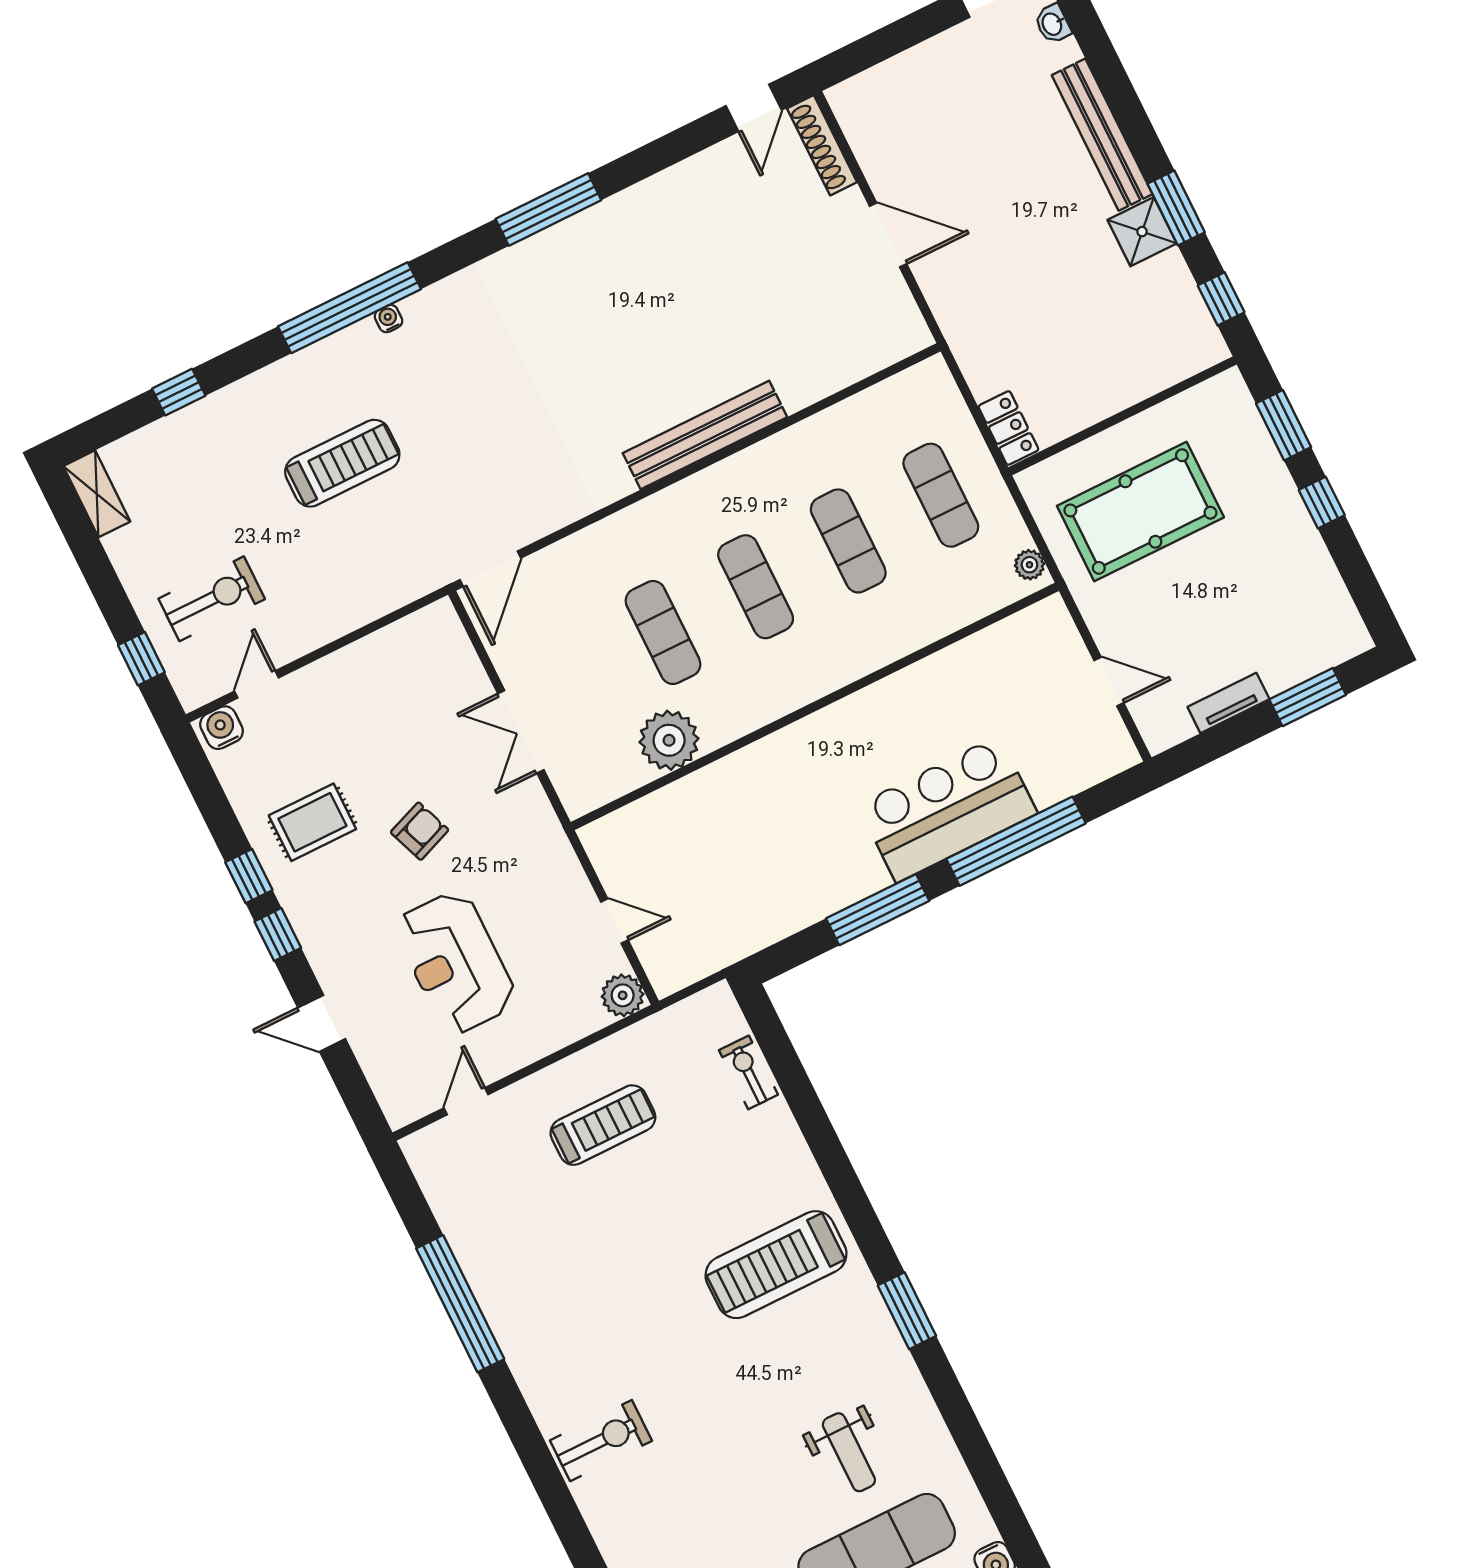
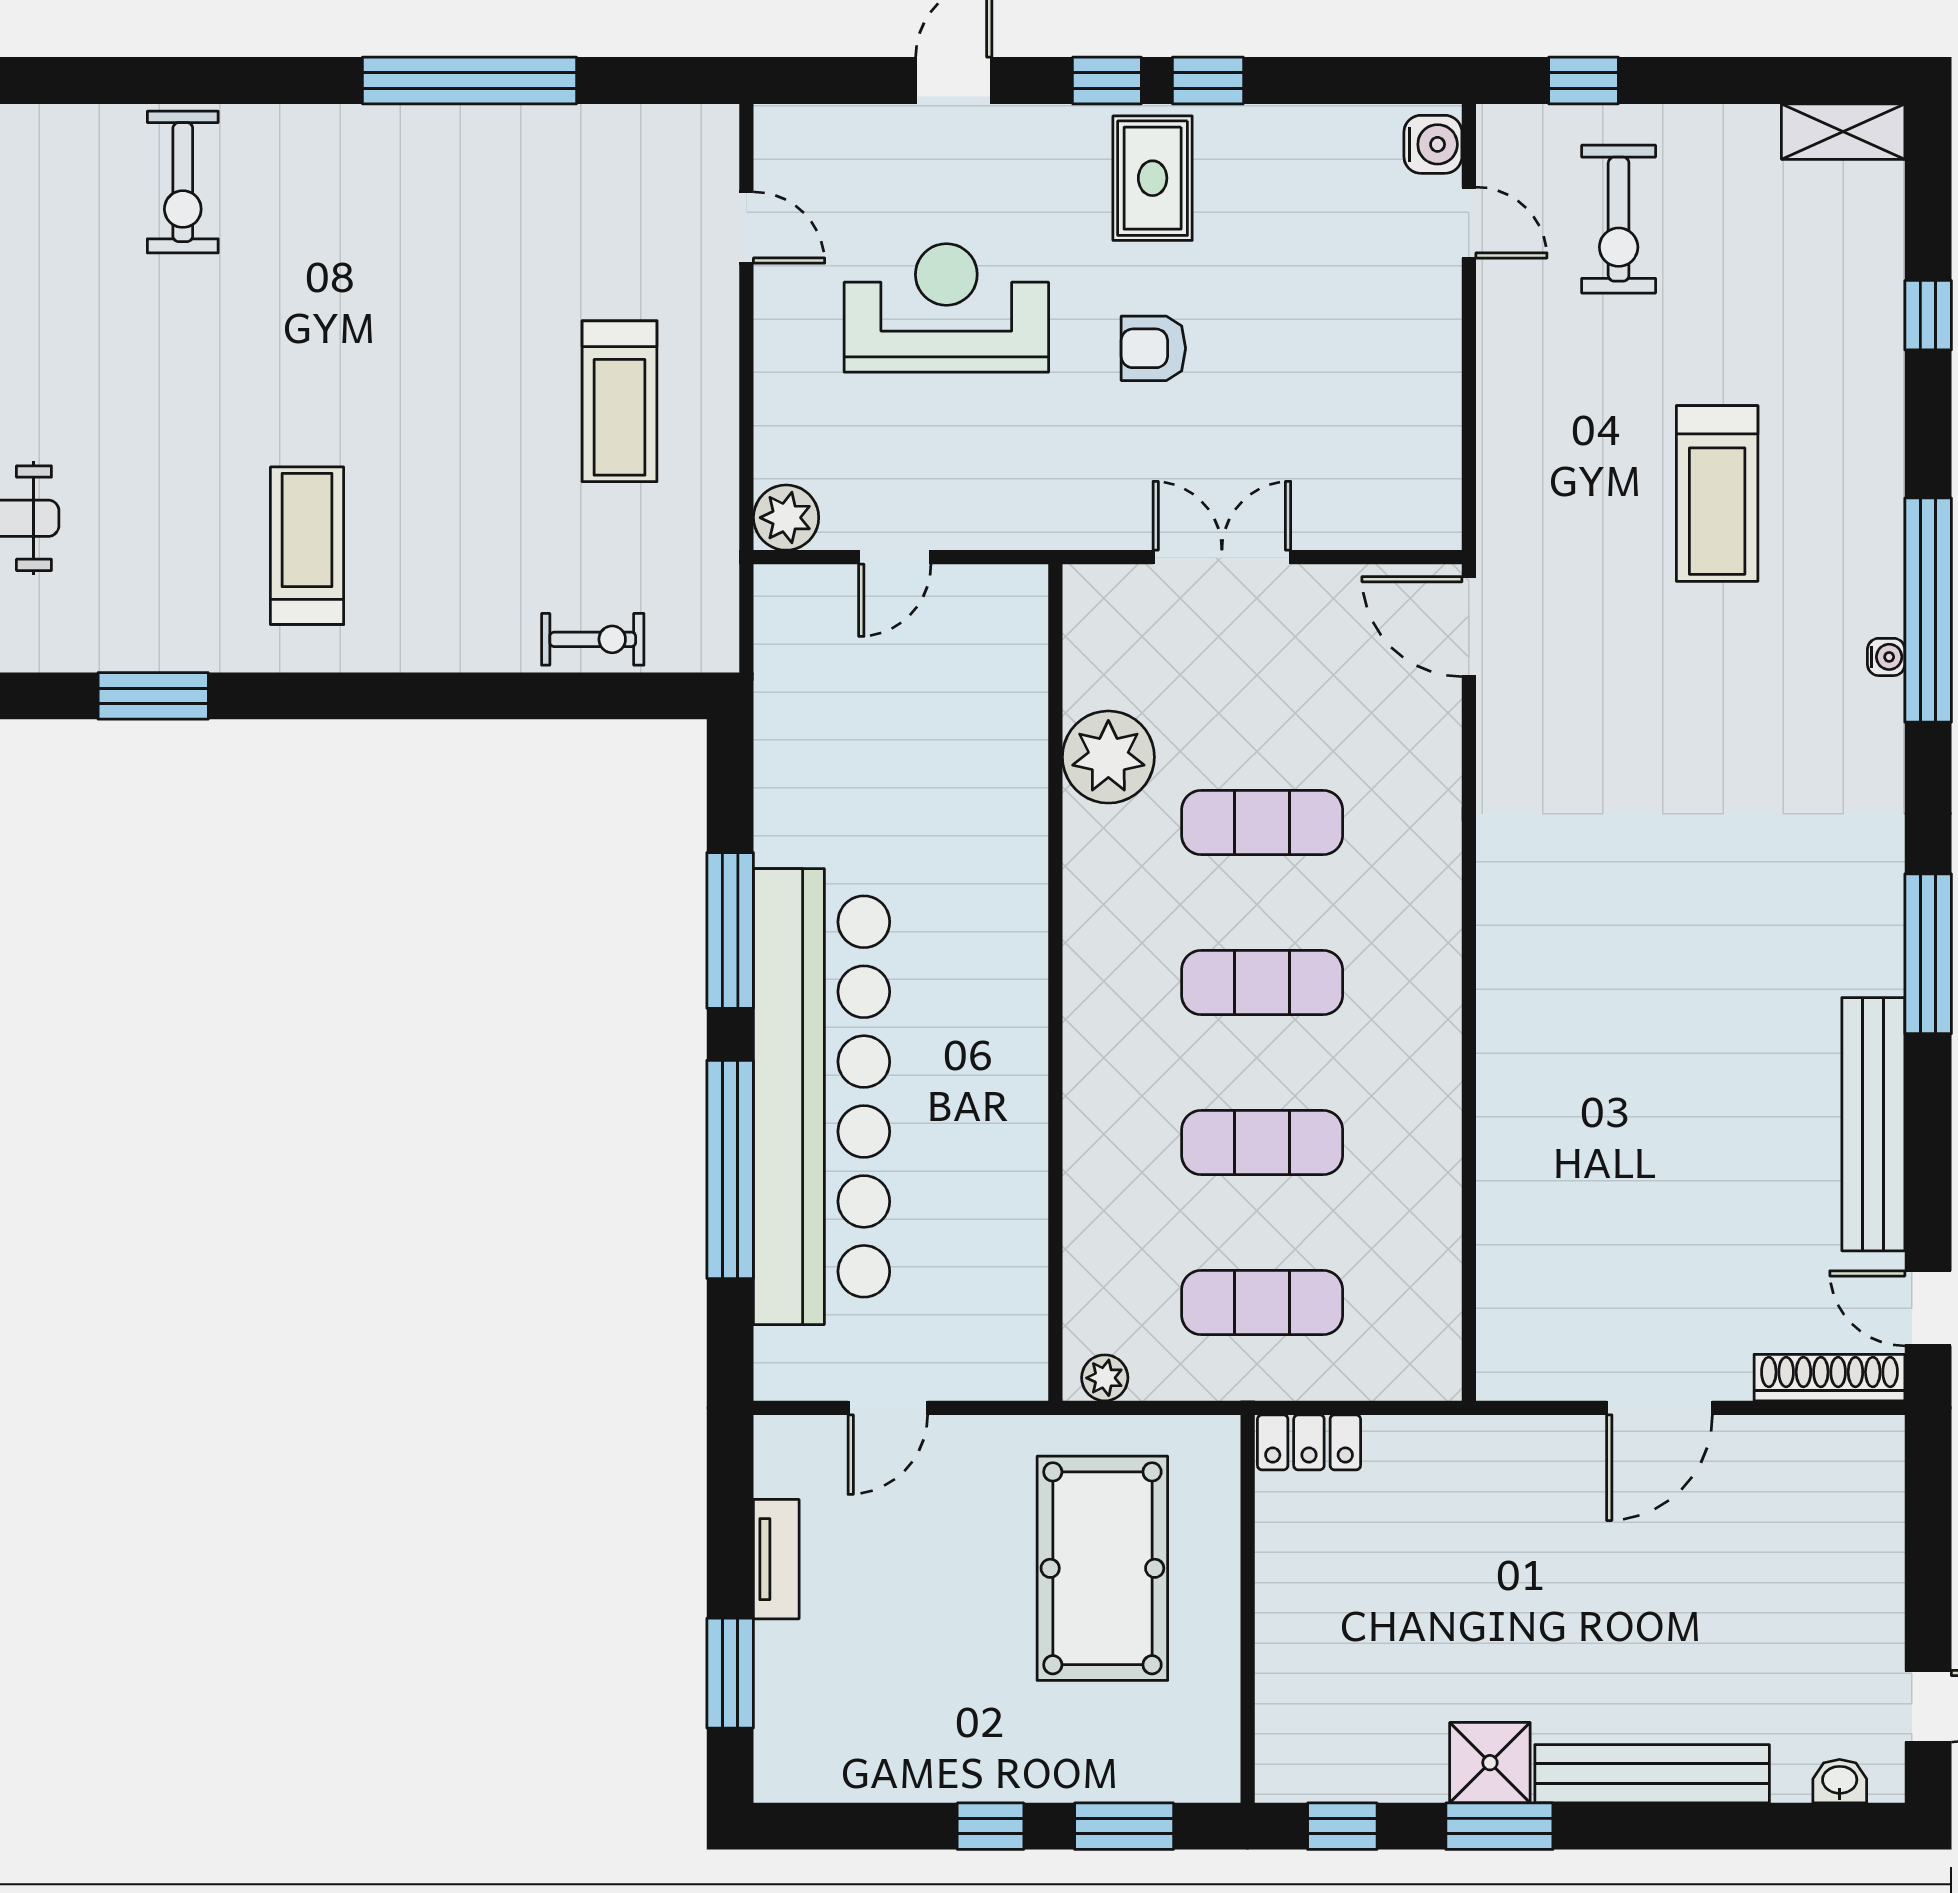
bench: (705, 435) -> (1873, 1124), moved
bar counter: (948, 809) -> (822, 1097), width x1.86
rug: (312, 822) -> (1153, 178), moved
armchair: (420, 831) -> (1153, 348), turned 111
treadmill: (776, 1265) -> (307, 546), width x0.73, depth x0.73

